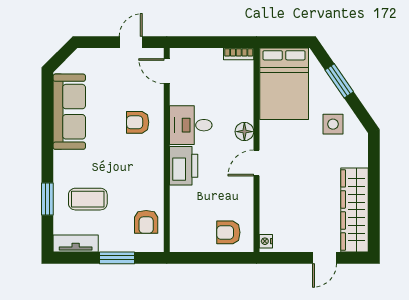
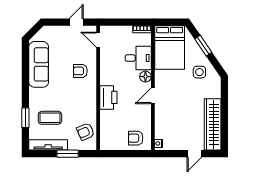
desk: (191, 125) -> (138, 58), moved, turned 180
armchair: (146, 222) -> (86, 132), turned 67
tv unit: (76, 243) -> (48, 145), width x1.41

